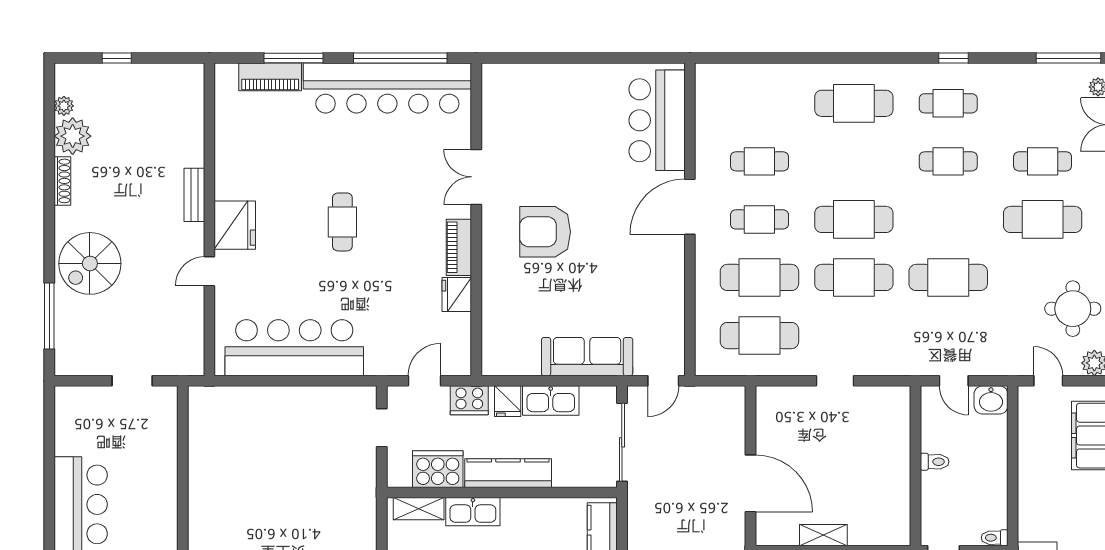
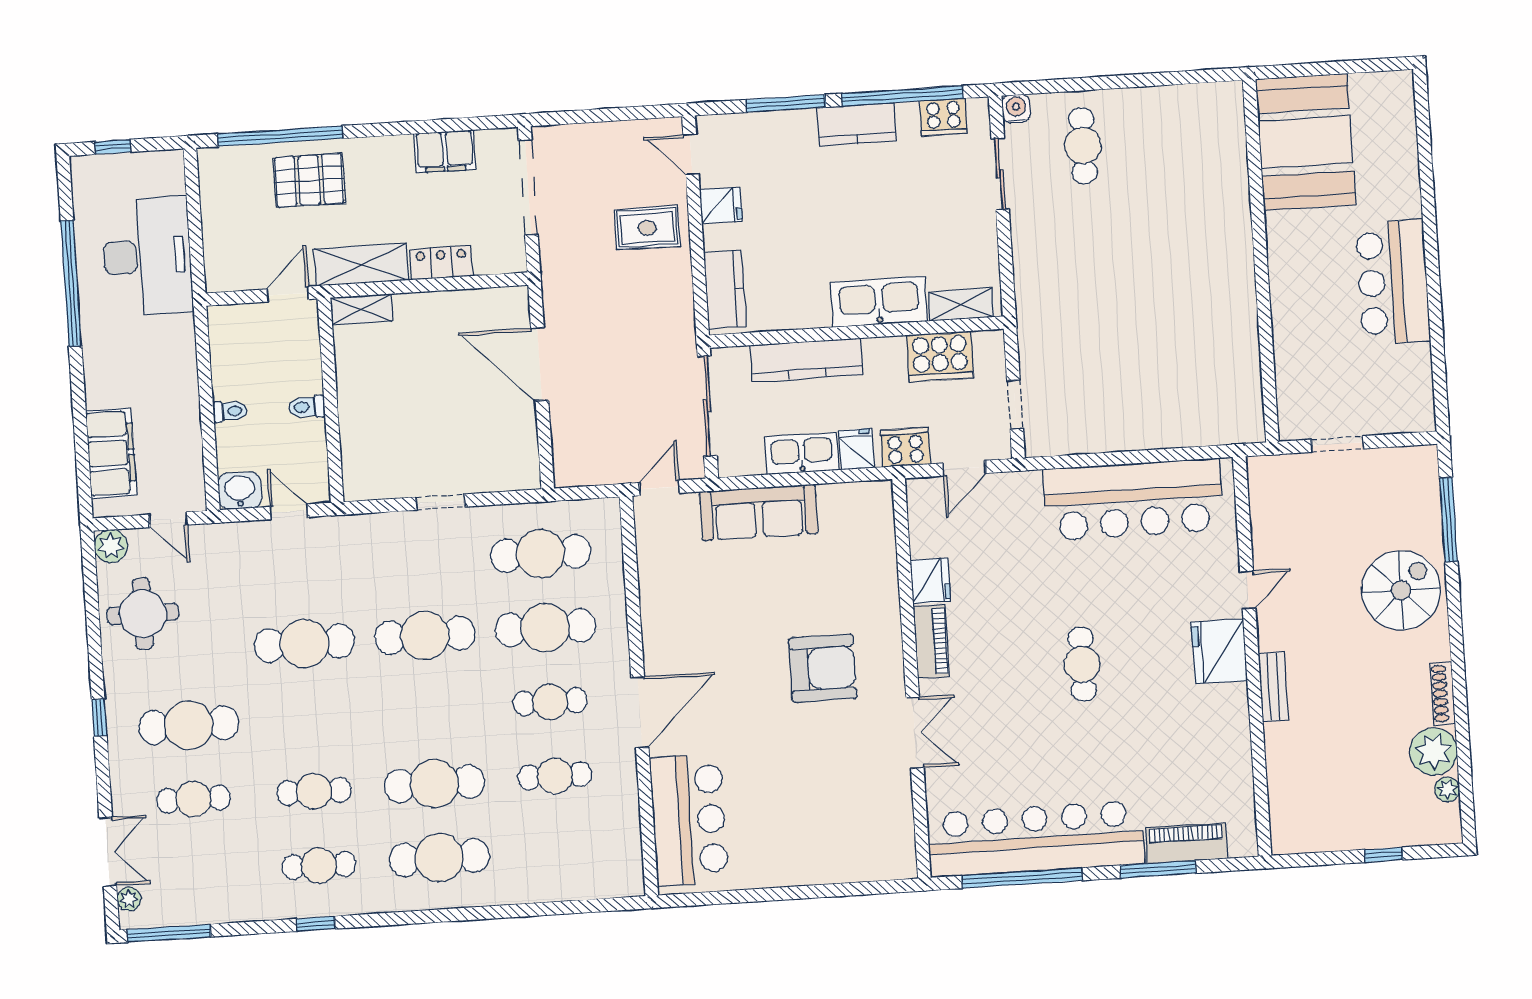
cafe table: (854, 219) -> (434, 784), moved
kitchen counter: (508, 473) -> (806, 360), moved
kitchen sink: (473, 512) -> (879, 302), width x1.36, depth x1.24
shelving: (823, 535) -> (361, 309), moved
toilet: (995, 538) -> (230, 411), moved

